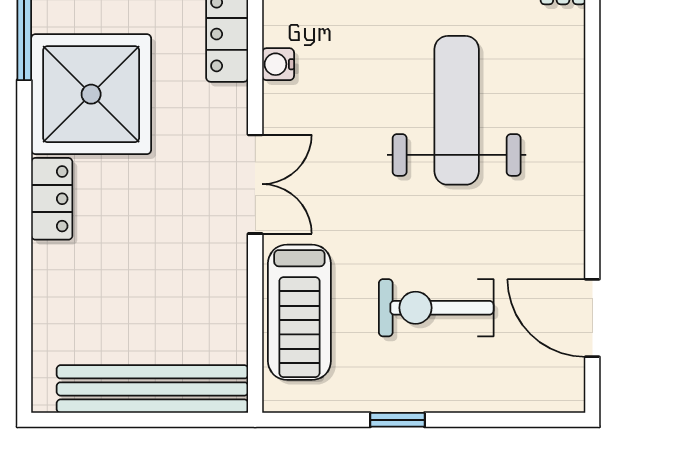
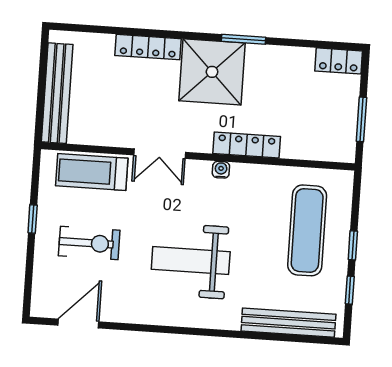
weight bench: (457, 110) -> (191, 261), turned 180
locker: (52, 199) -> (148, 47), width x1.53
exercise bike: (436, 308) -> (89, 243), turned 90

